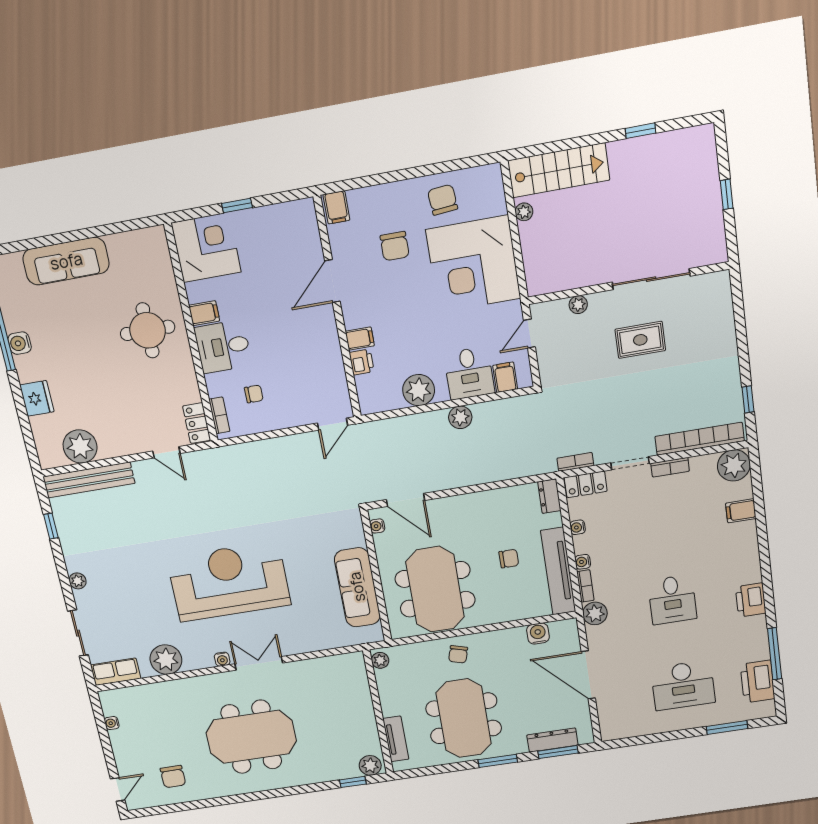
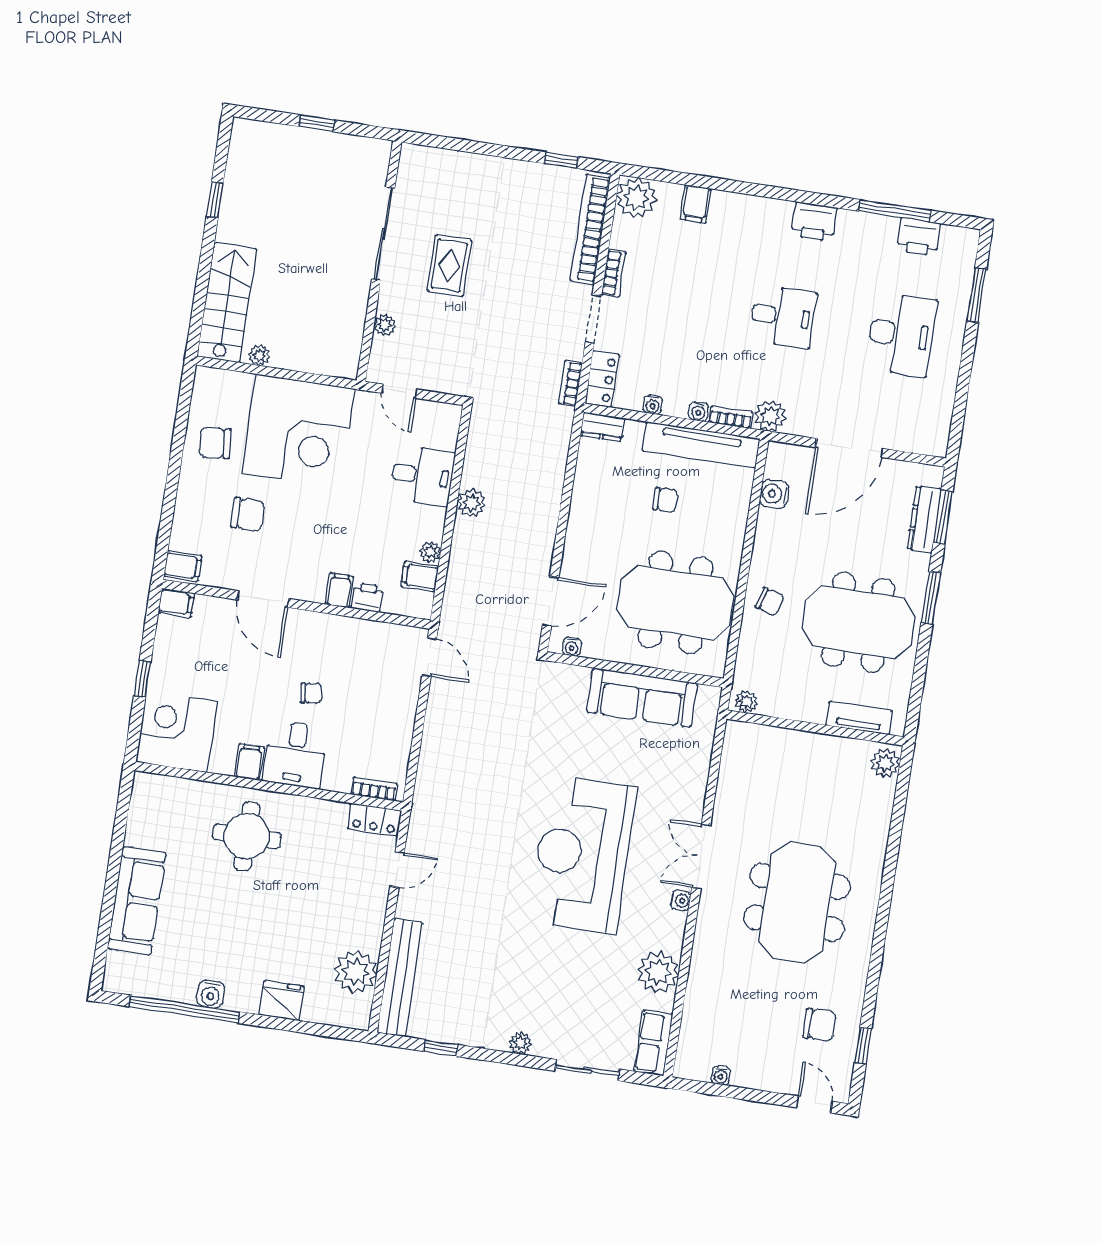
filing cabinet: (306, 212) -> (176, 603), added
filing cabinet: (505, 377) -> (420, 576), moved
plant: (419, 390) -> (430, 552), width x0.53, depth x0.53
chair: (254, 394) -> (311, 693), moved, turned 83
chair: (509, 559) -> (665, 500), turned 90
printer: (757, 682) -> (919, 237), width x0.73, depth x0.84
window: (353, 782) -> (863, 1046), moved

